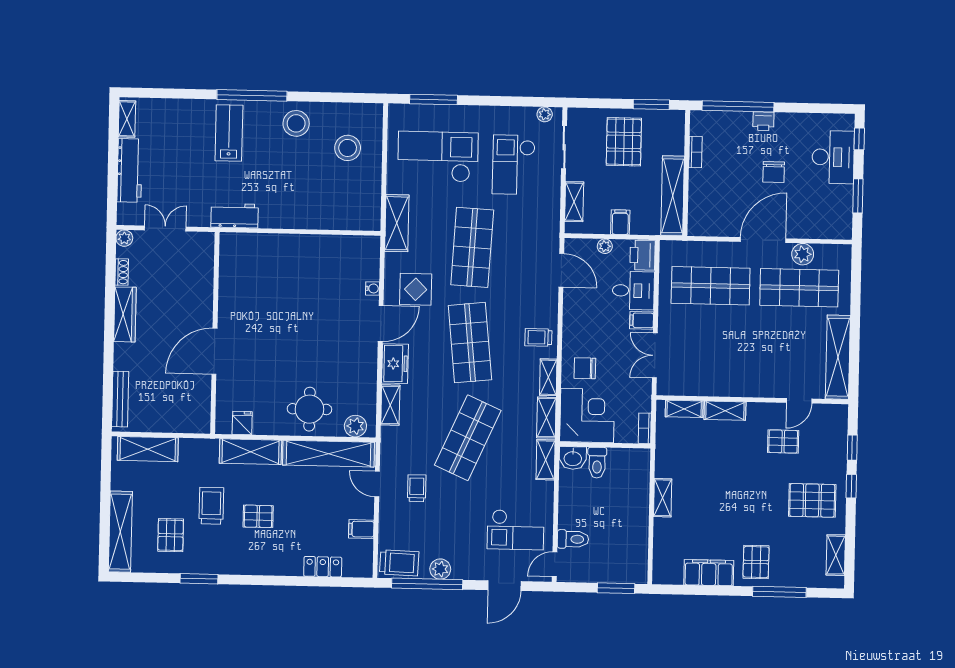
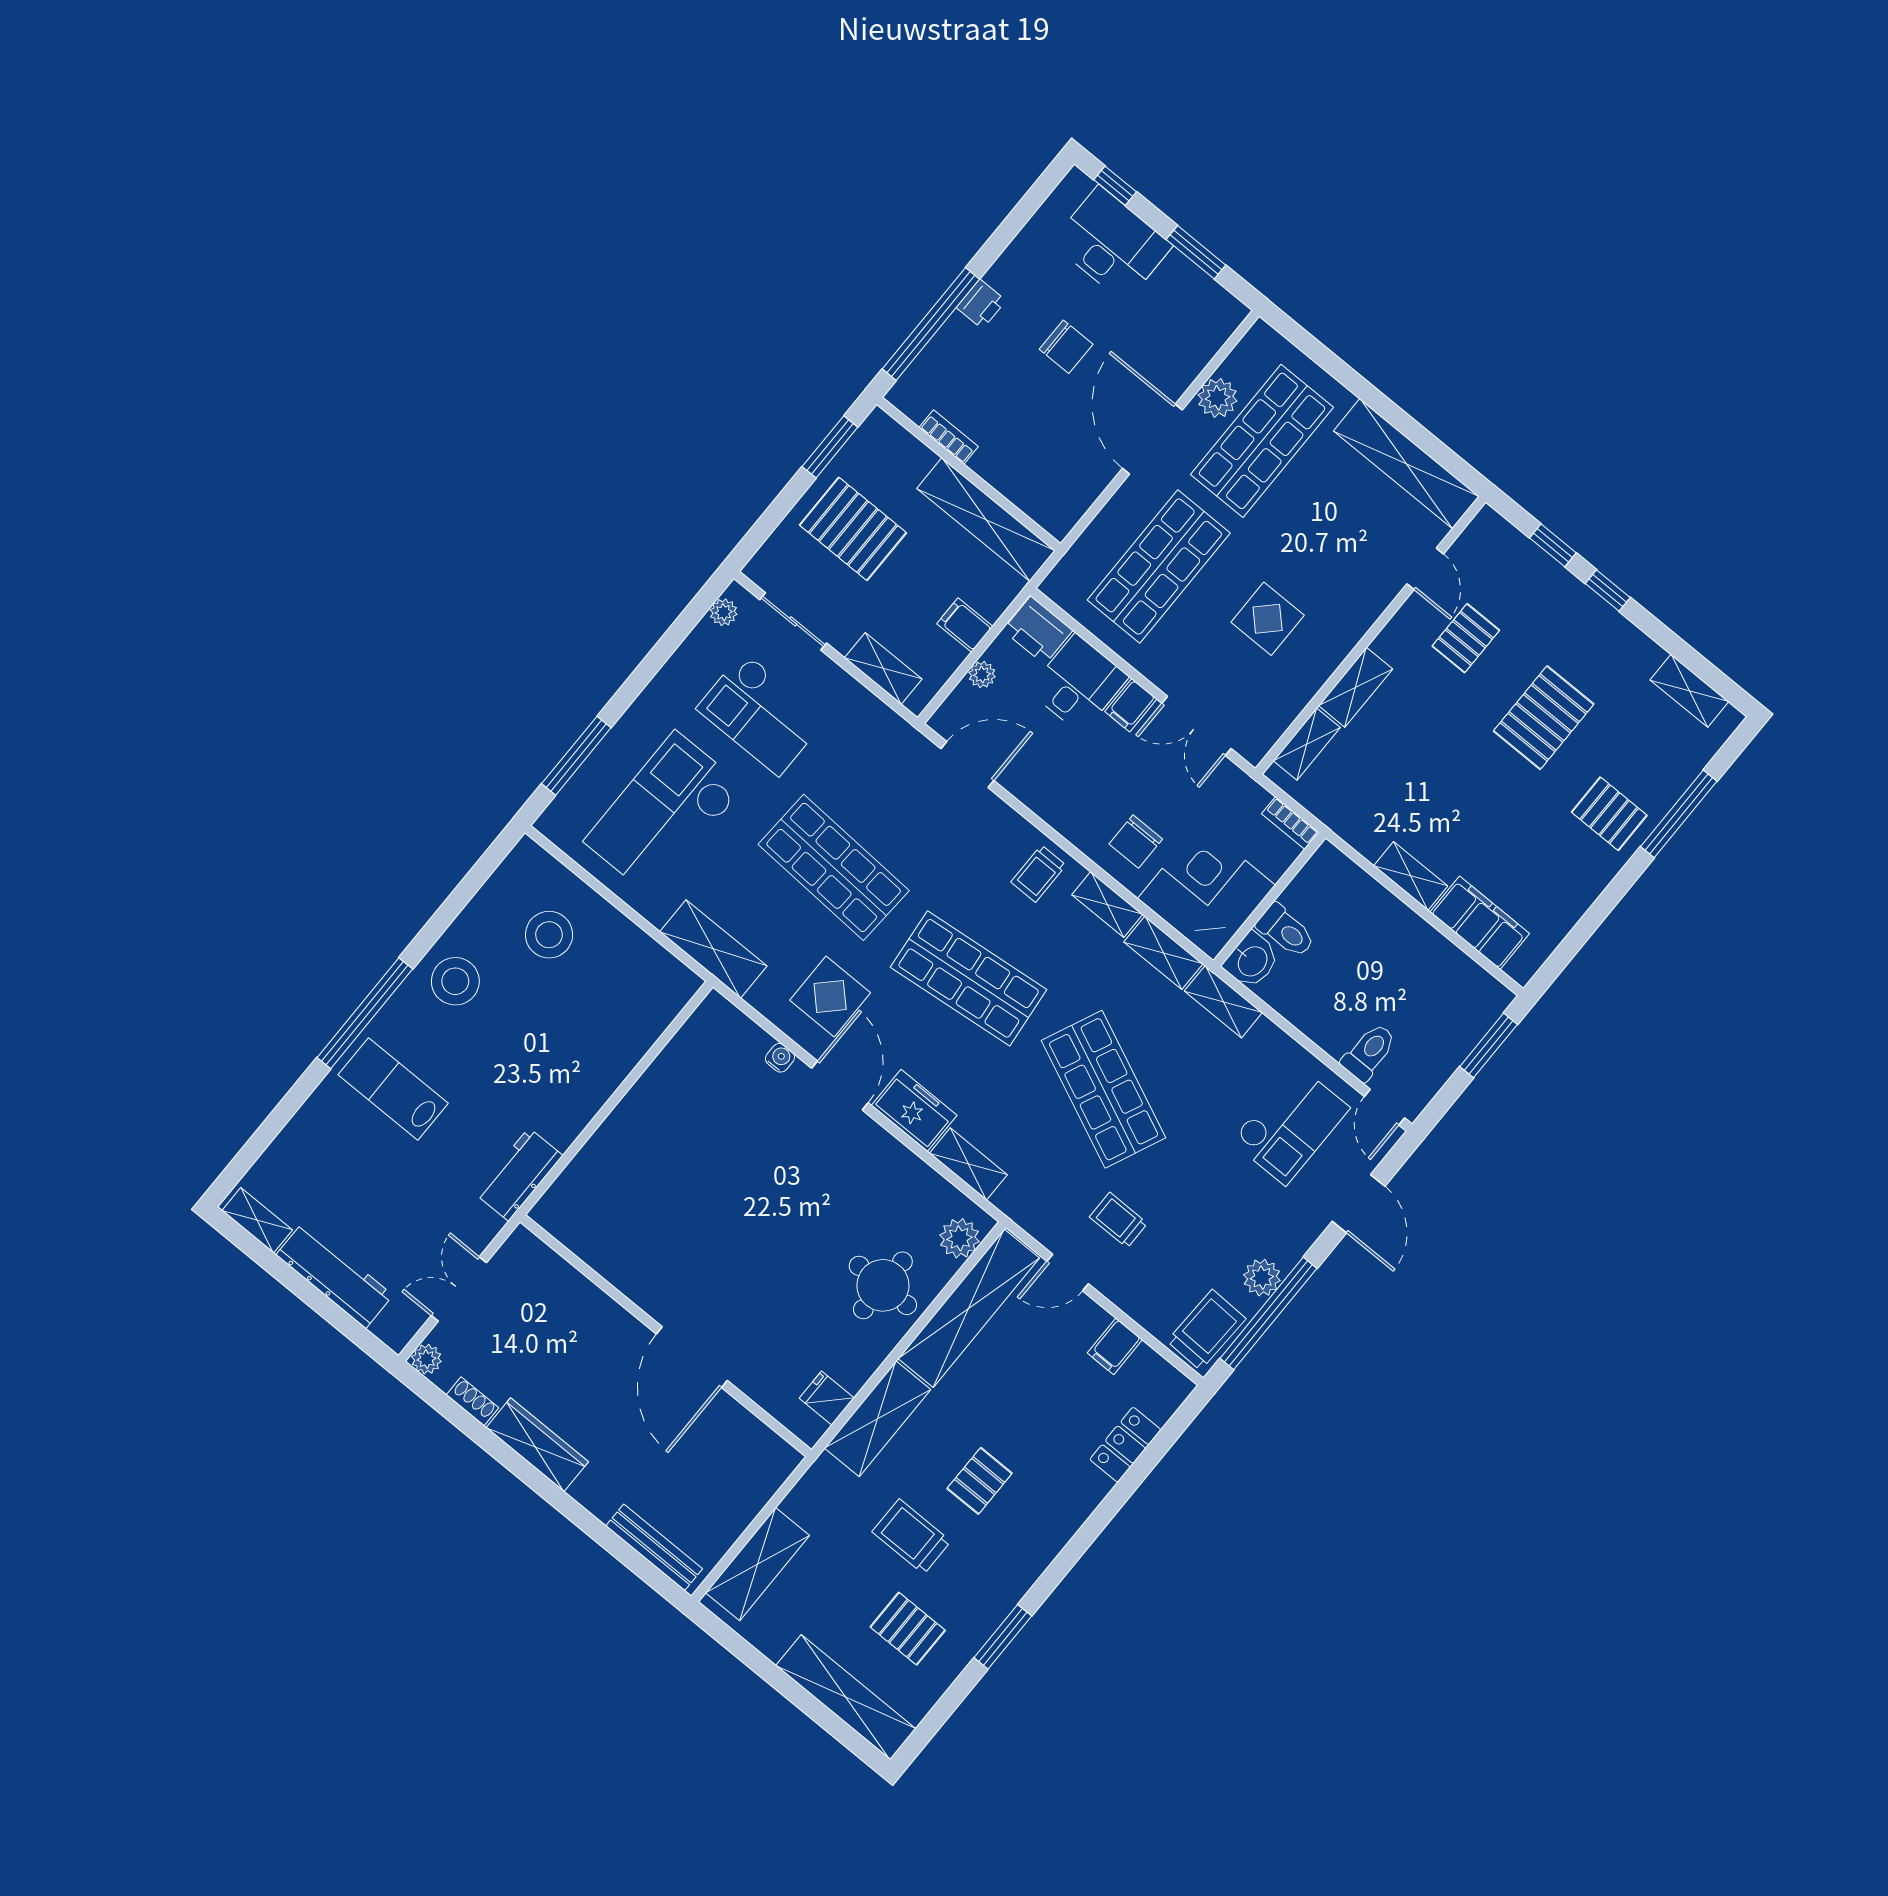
display table: (725, 350) -> (1268, 619), added
pallet: (812, 500) -> (1544, 718), moved
filing cabinet: (709, 573) -> (1480, 923), moved, turned 90

